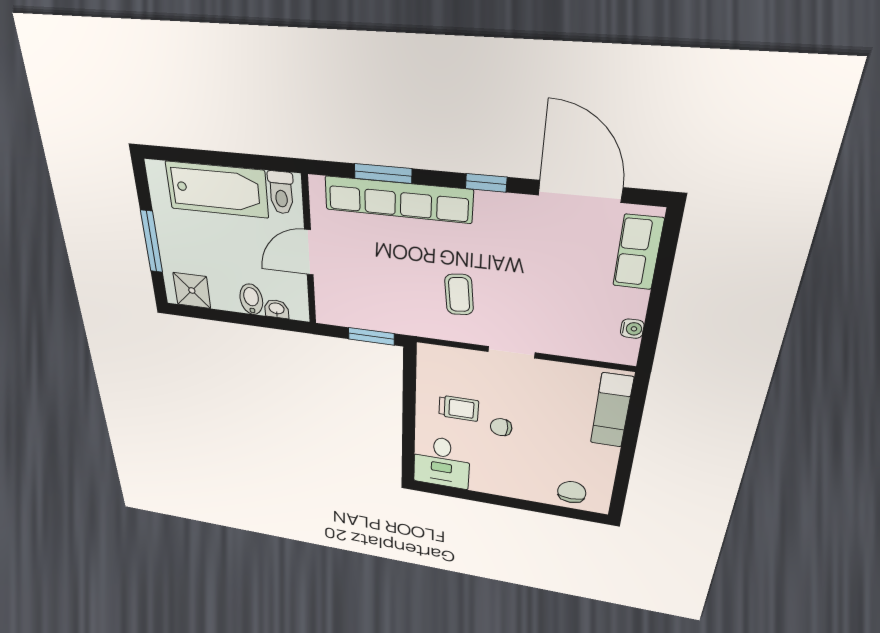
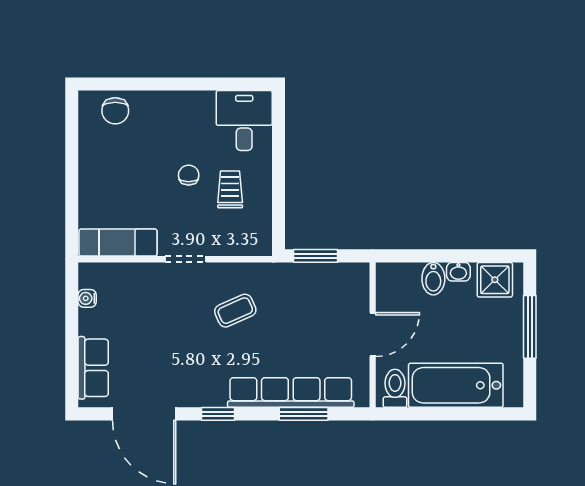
coffee table: (459, 295) -> (235, 311), turned 72
washbasin: (277, 309) -> (458, 272), moved
trolley: (459, 408) -> (230, 189), turned 90
exam couch: (612, 410) -> (118, 243), moved, turned -90
chair: (501, 427) -> (189, 175), turned -90

